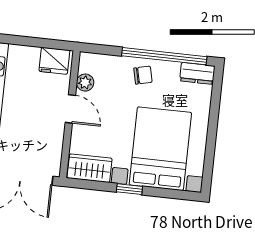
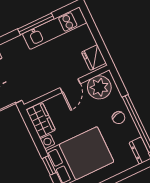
plant: (85, 83) -> (99, 87), width x1.87, depth x1.87
window: (129, 189) -> (49, 166), moved

